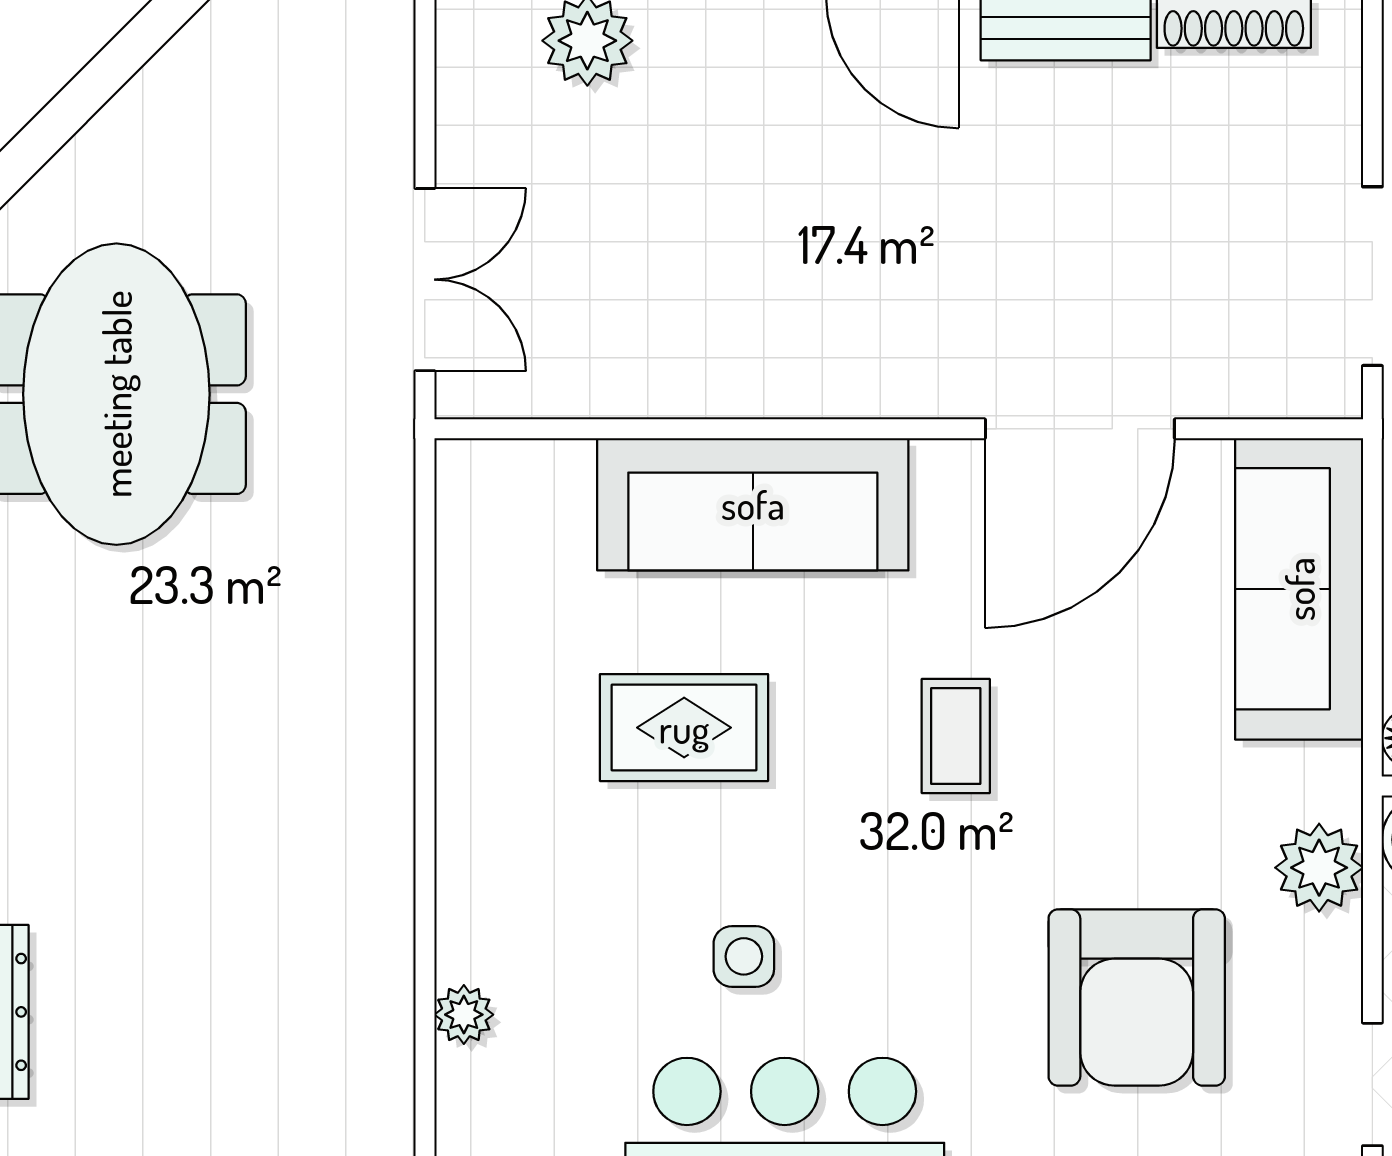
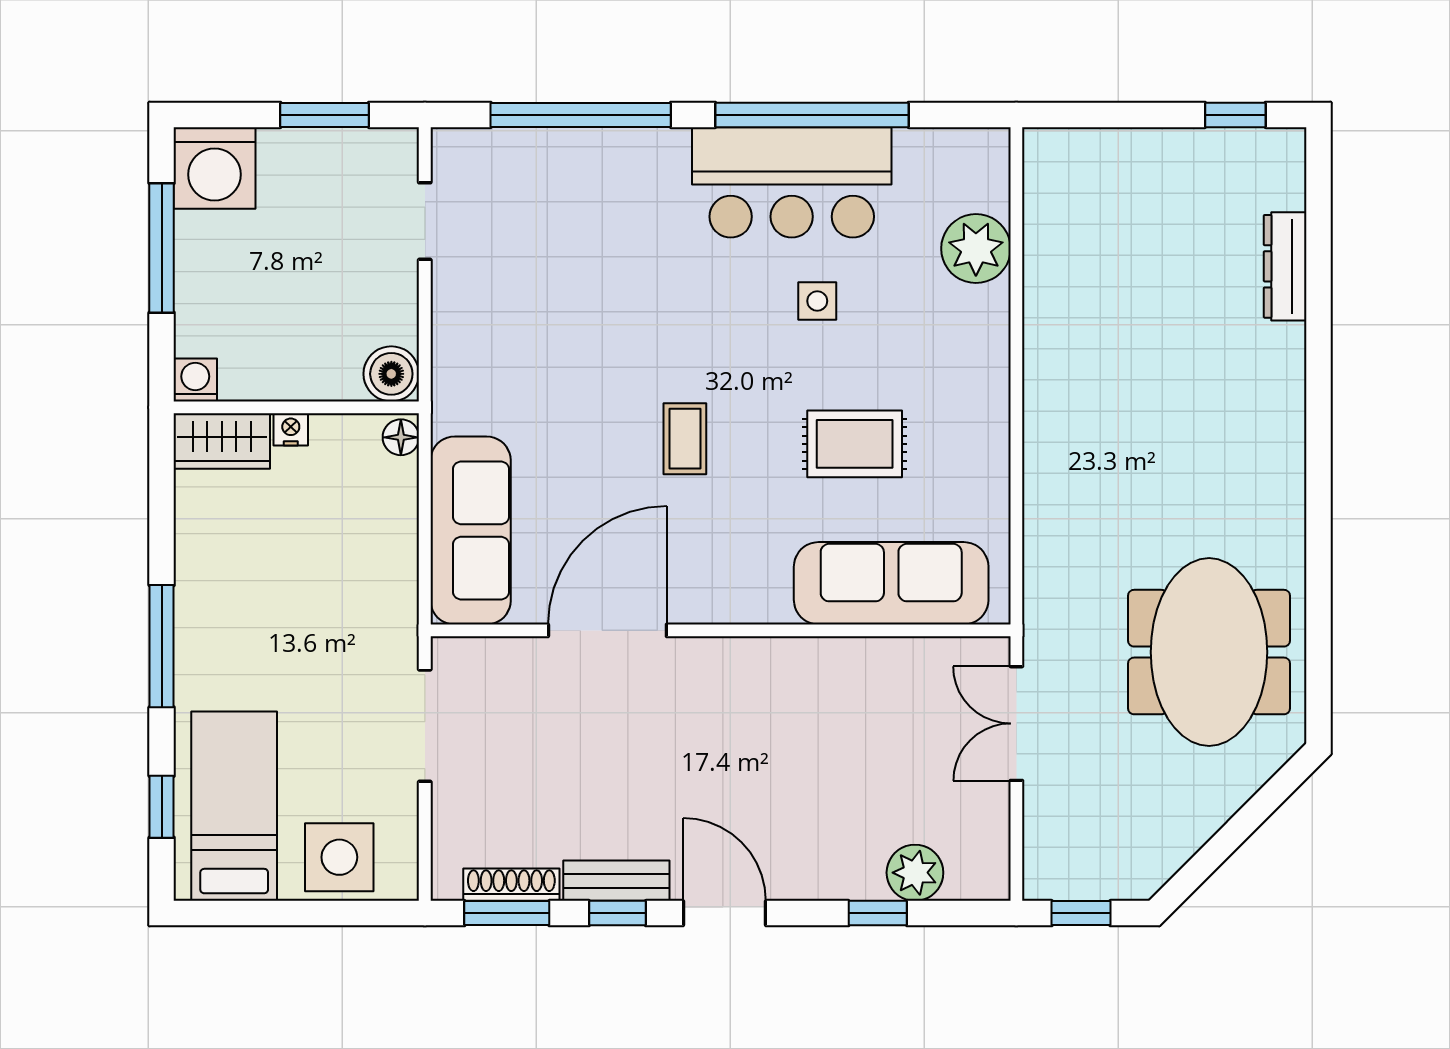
sofa: (753, 504) -> (891, 583), moved
plant: (1319, 868) -> (458, 356), removed
armchair: (1137, 997) -> (572, 275), removed
plant: (464, 1015) -> (976, 249), width x1.87, depth x1.87

